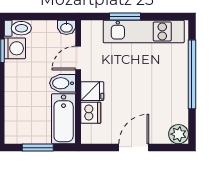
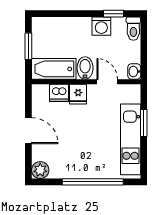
washing machine: (15, 48) -> (101, 26), moved

